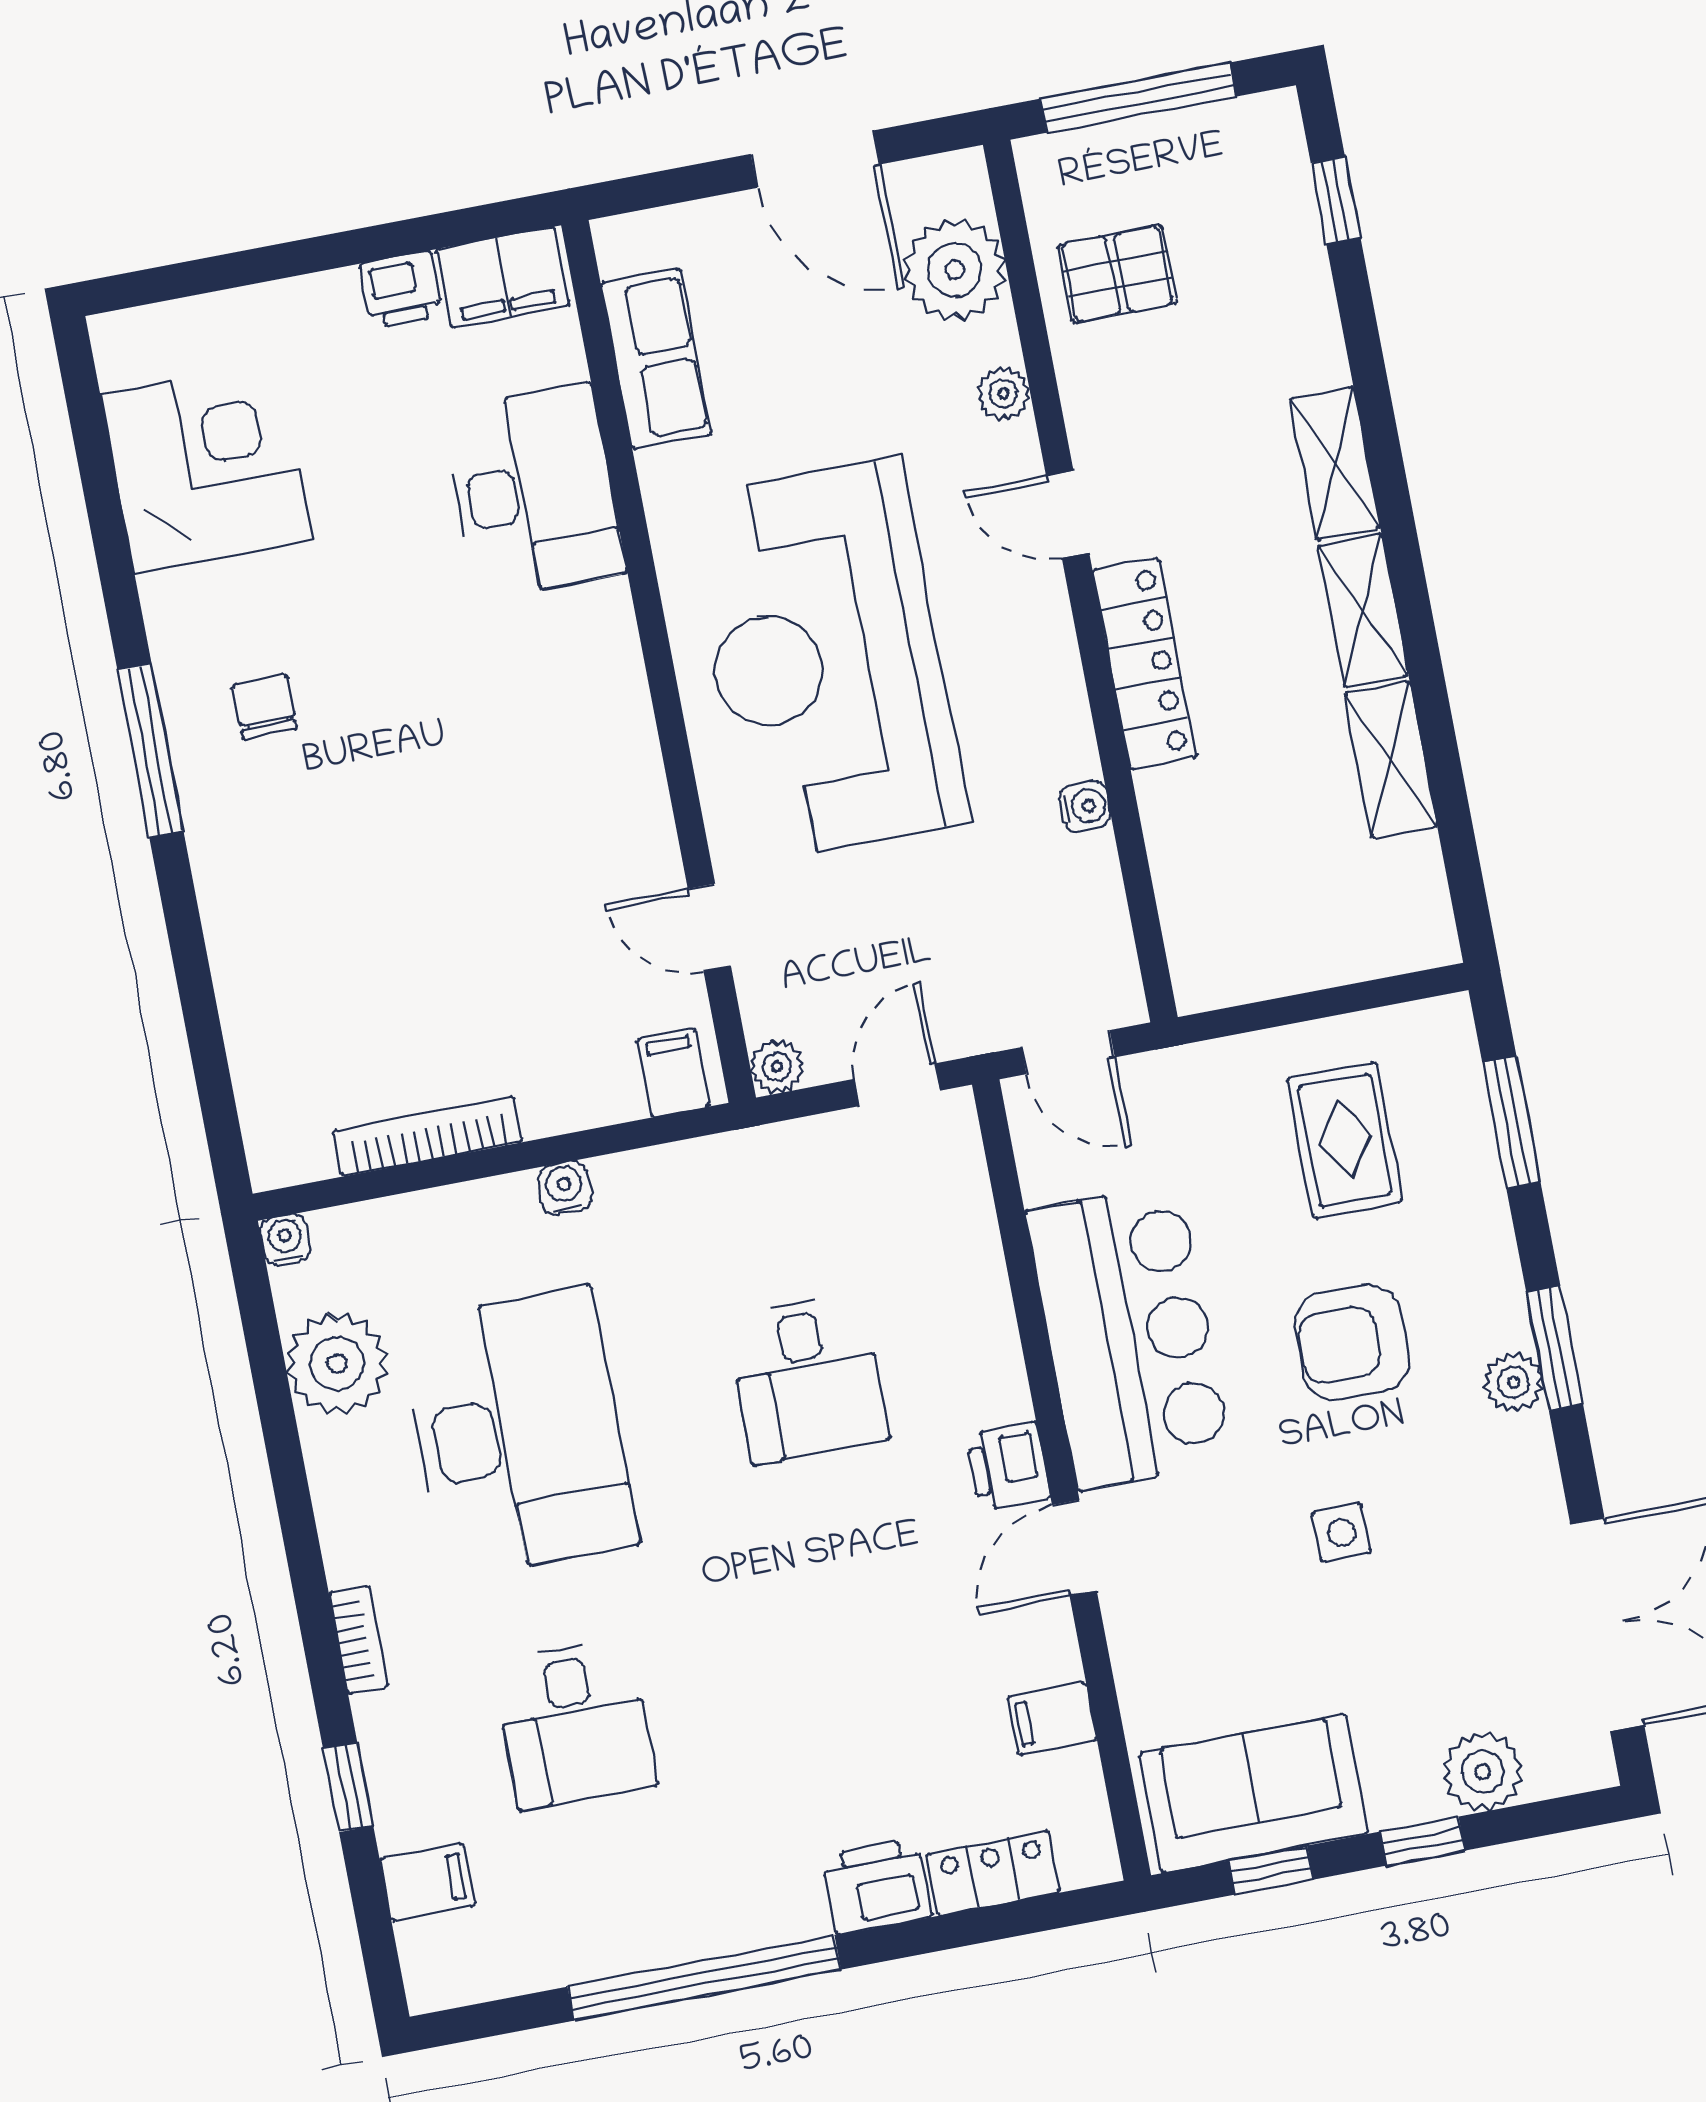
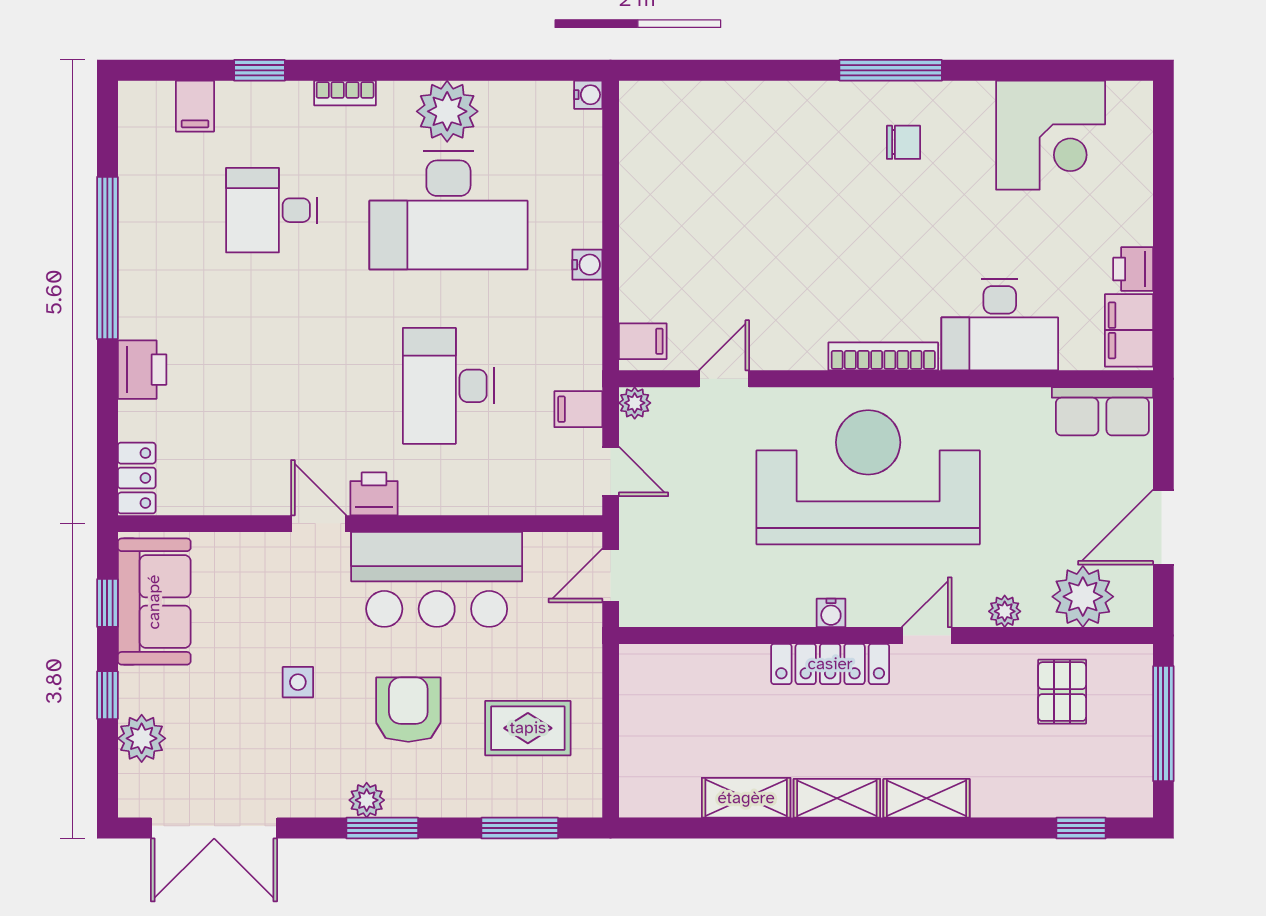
row of seats: (656, 359) -> (1102, 411), moved
water cooler: (1085, 806) -> (831, 613), moved
bookcase: (428, 1136) -> (883, 356), moved, turned -90
plant: (337, 1364) -> (447, 111), moved
desk: (807, 1378) -> (448, 386), width x1.37
filing cabinet: (1052, 1719) -> (578, 409), moved, turned -90
locker: (993, 1873) -> (137, 478), moved

